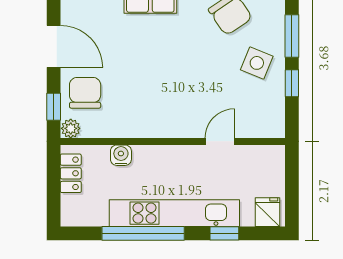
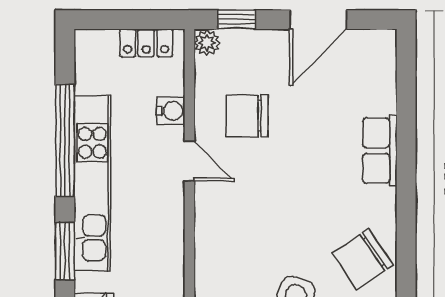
chair: (85, 93) -> (247, 116), moved, turned 180
door: (220, 141) -> (189, 161), moved
window: (224, 233) -> (65, 251), width x1.50

